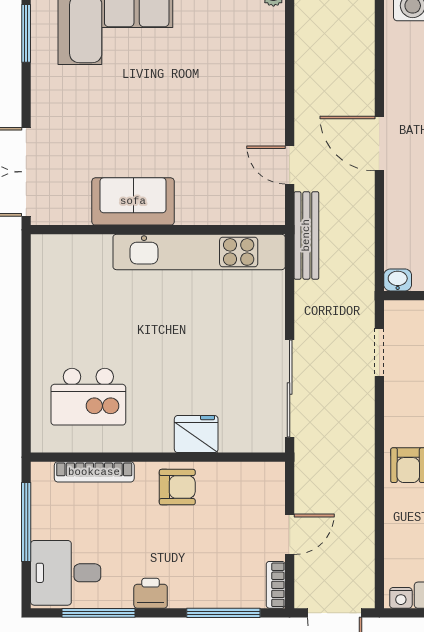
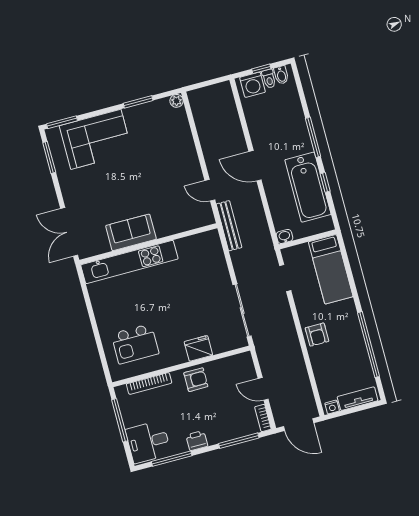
kitchen unit: (199, 252) -> (129, 262), moved
door: (290, 534) -> (263, 389), swing flipped

